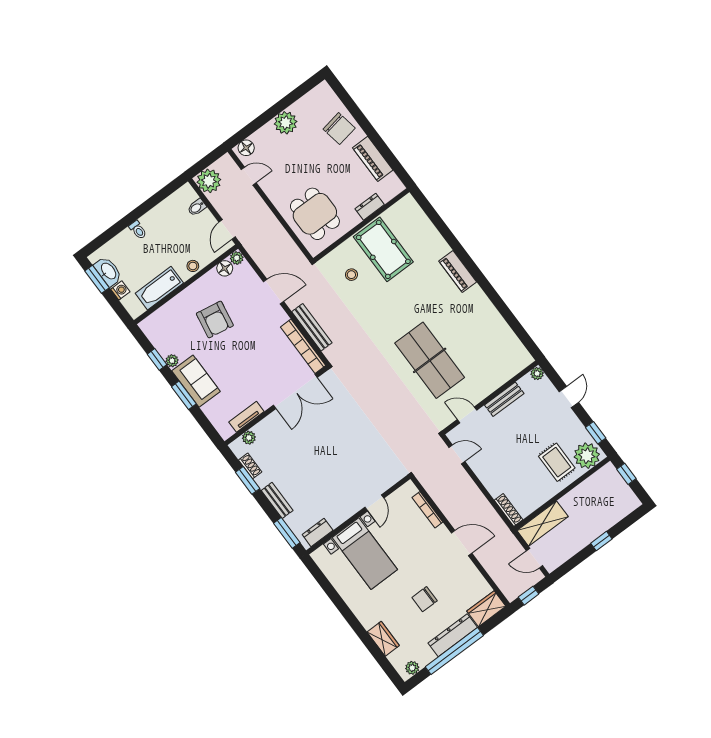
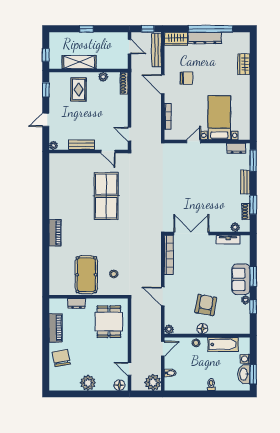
floor lamp: (225, 268) -> (202, 329), moved
bench: (312, 327) -> (156, 50), moved
plant: (587, 456) -> (103, 77), moved, width x0.53, depth x0.53
shelving: (543, 524) -> (79, 62), moved
chair: (425, 599) -> (186, 78), moved
plant: (412, 668) -> (240, 37), removed

